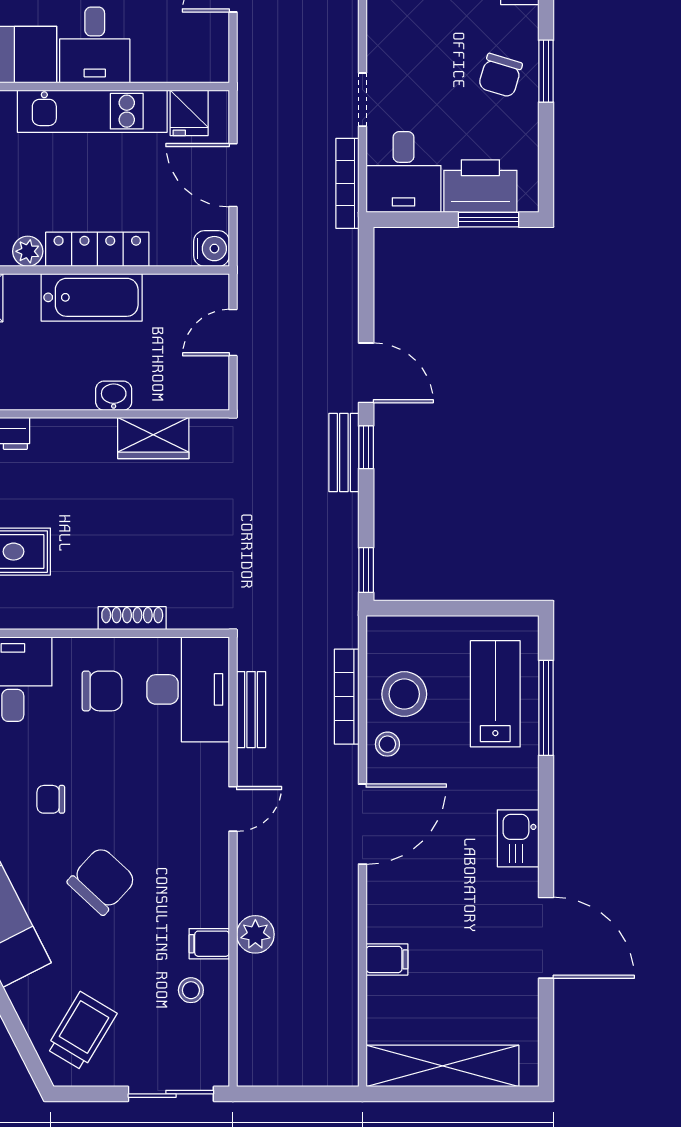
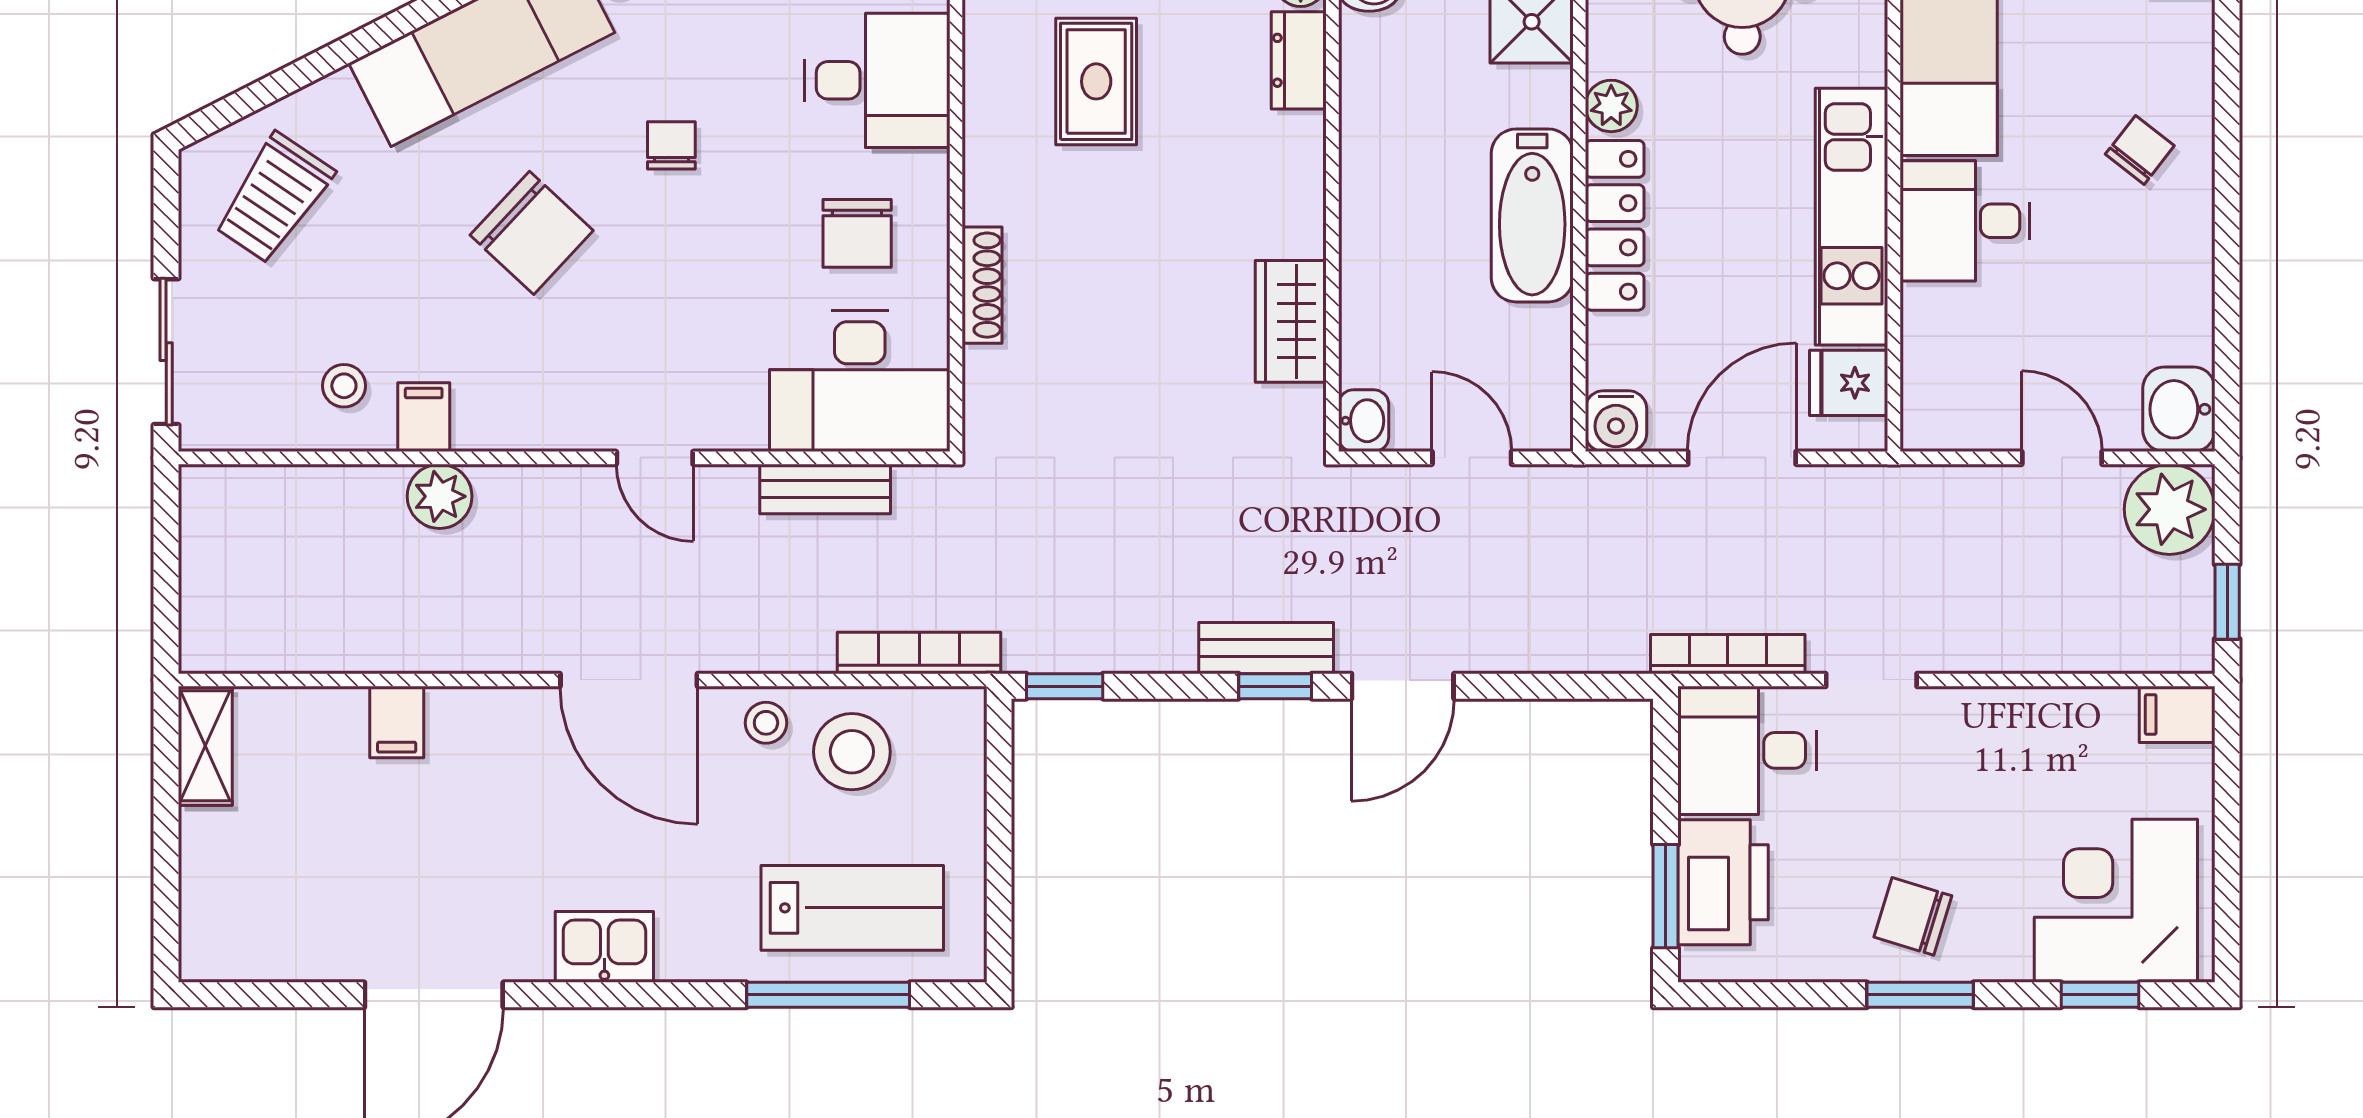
washbasin: (114, 396) -> (1364, 421), moved
bookcase: (347, 697) -> (919, 653), moved
trolley: (82, 1031) -> (274, 198), turned 93
shelving: (442, 1066) -> (205, 746), width x0.45, depth x0.75

